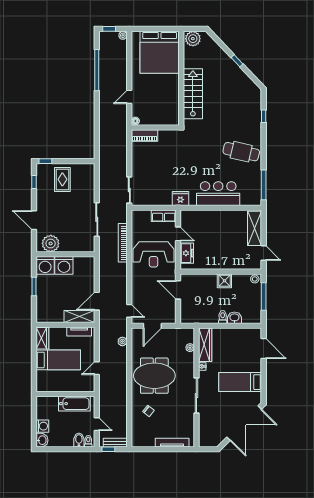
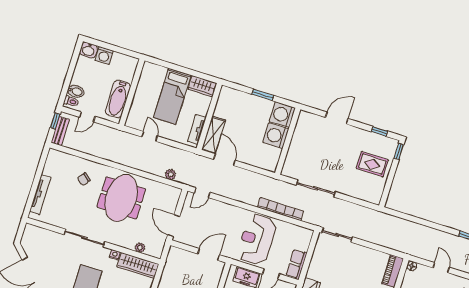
plant: (51, 243) -> (305, 128), removed
door: (152, 326) -> (174, 226), moved

